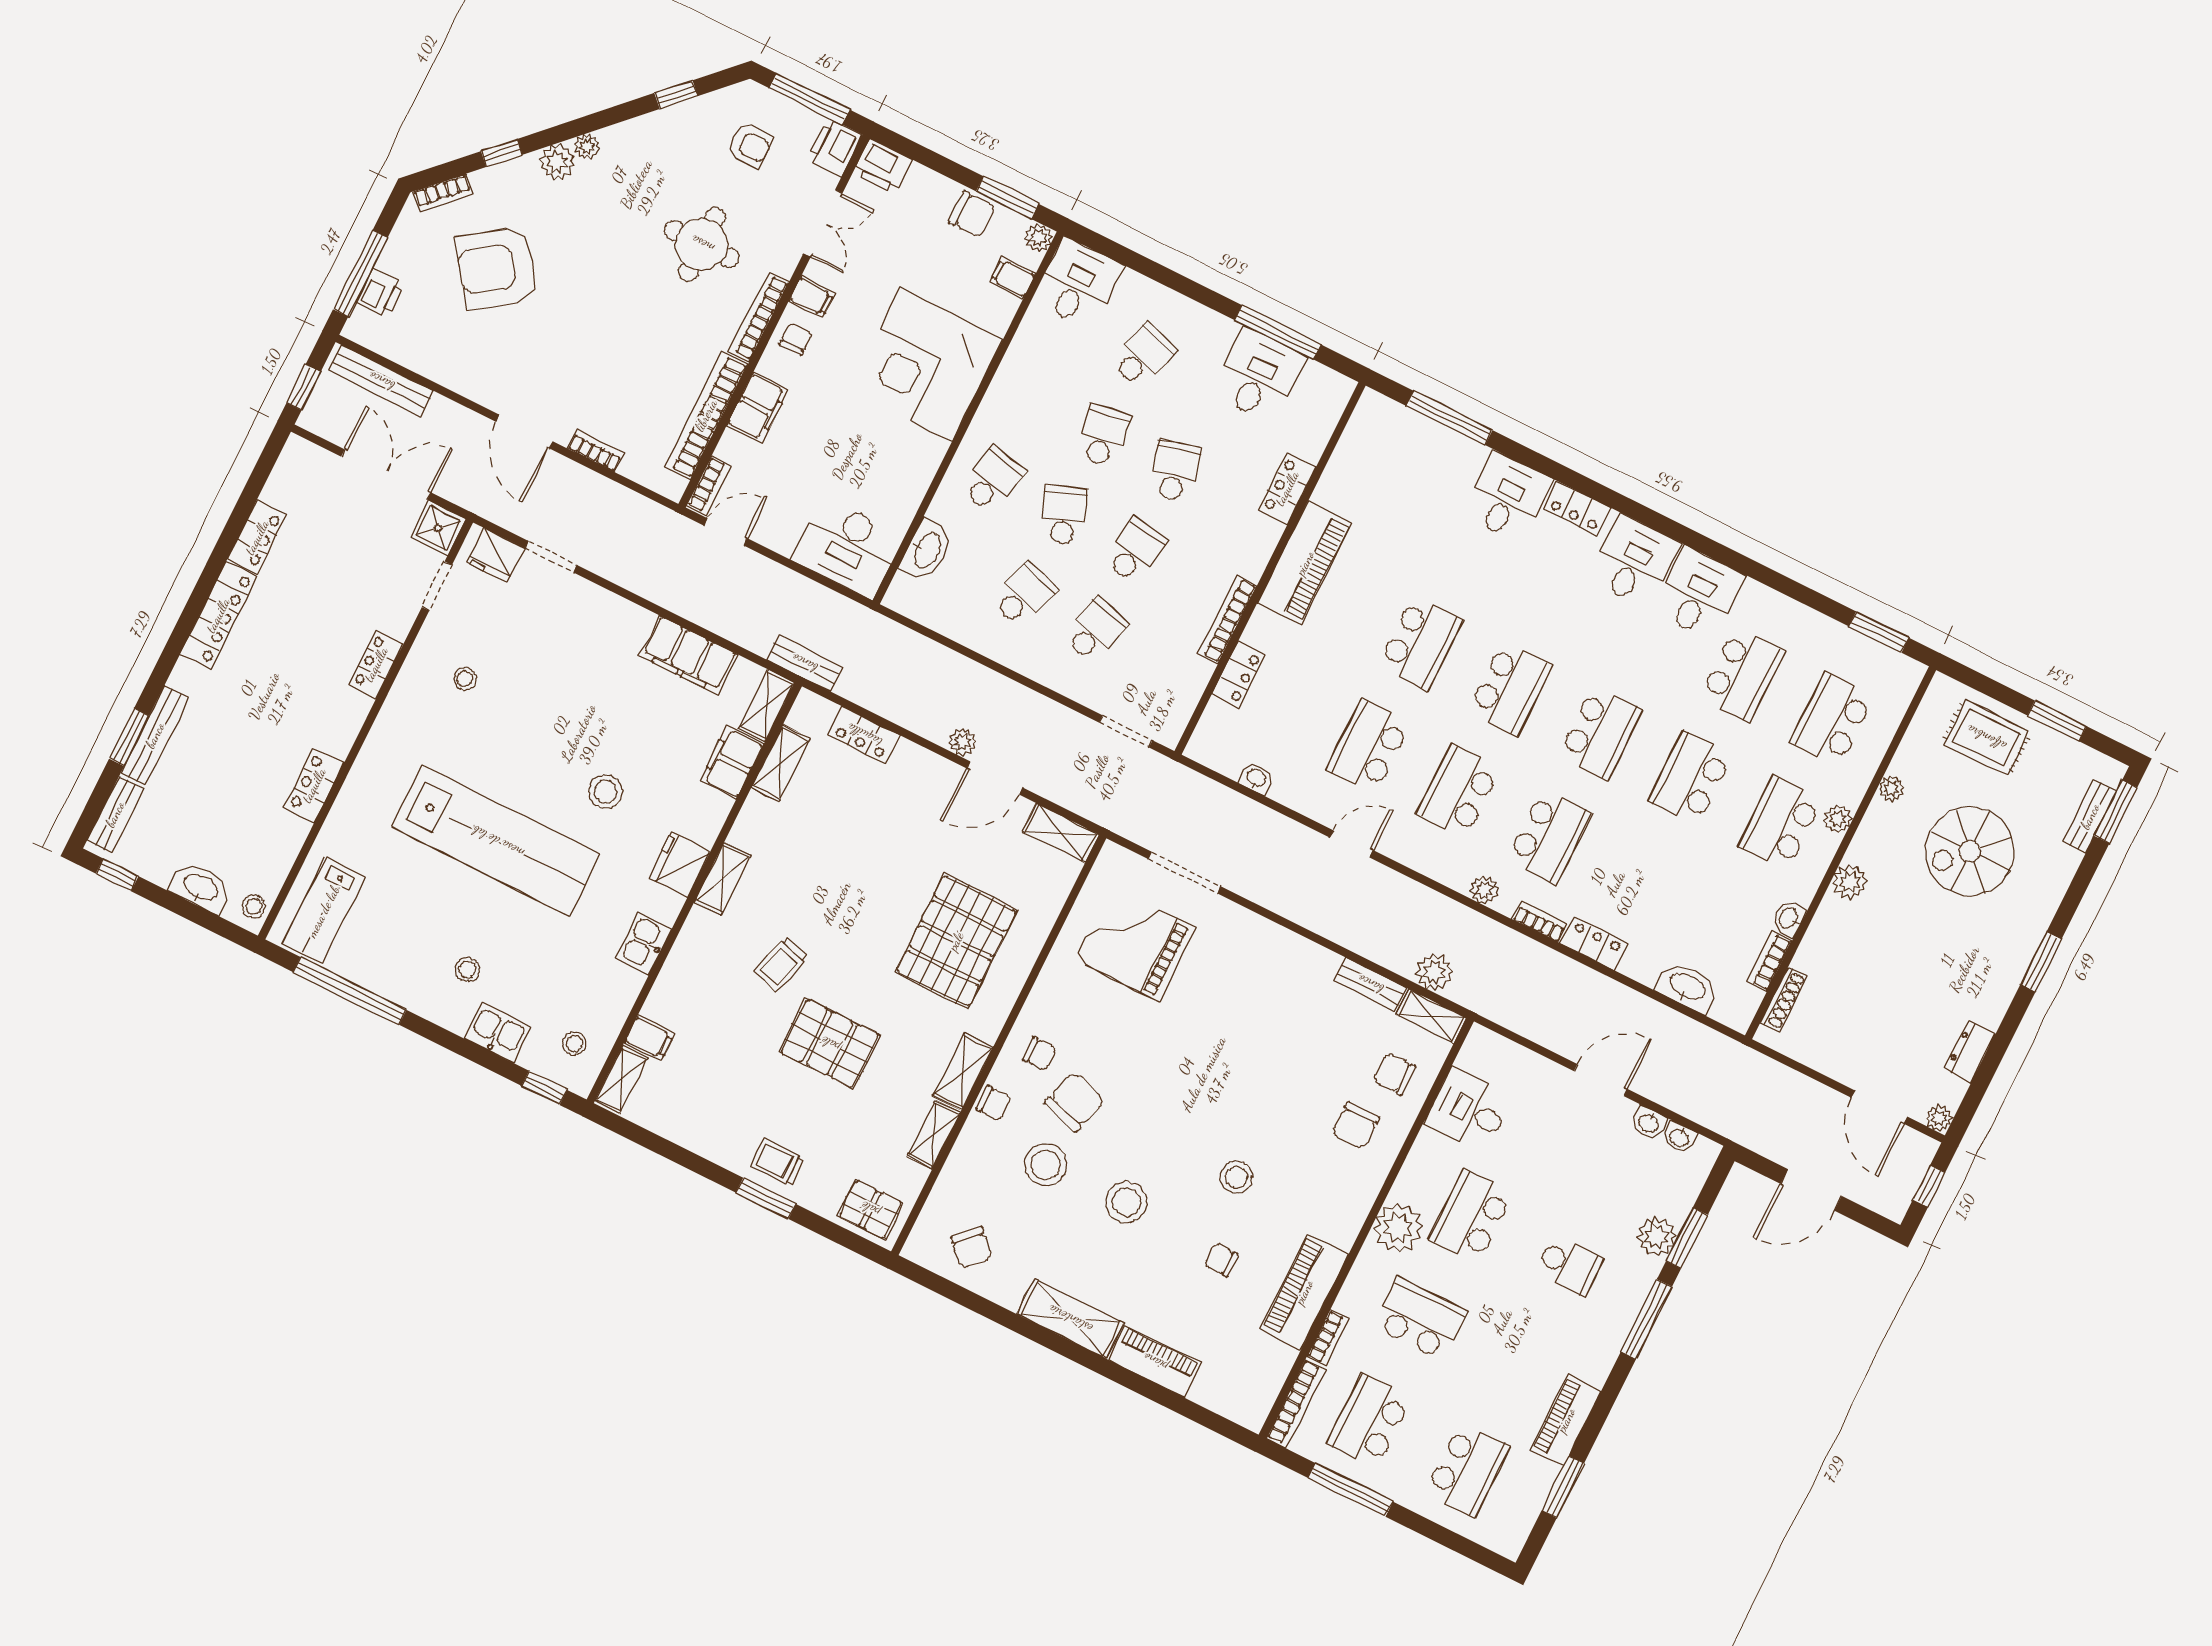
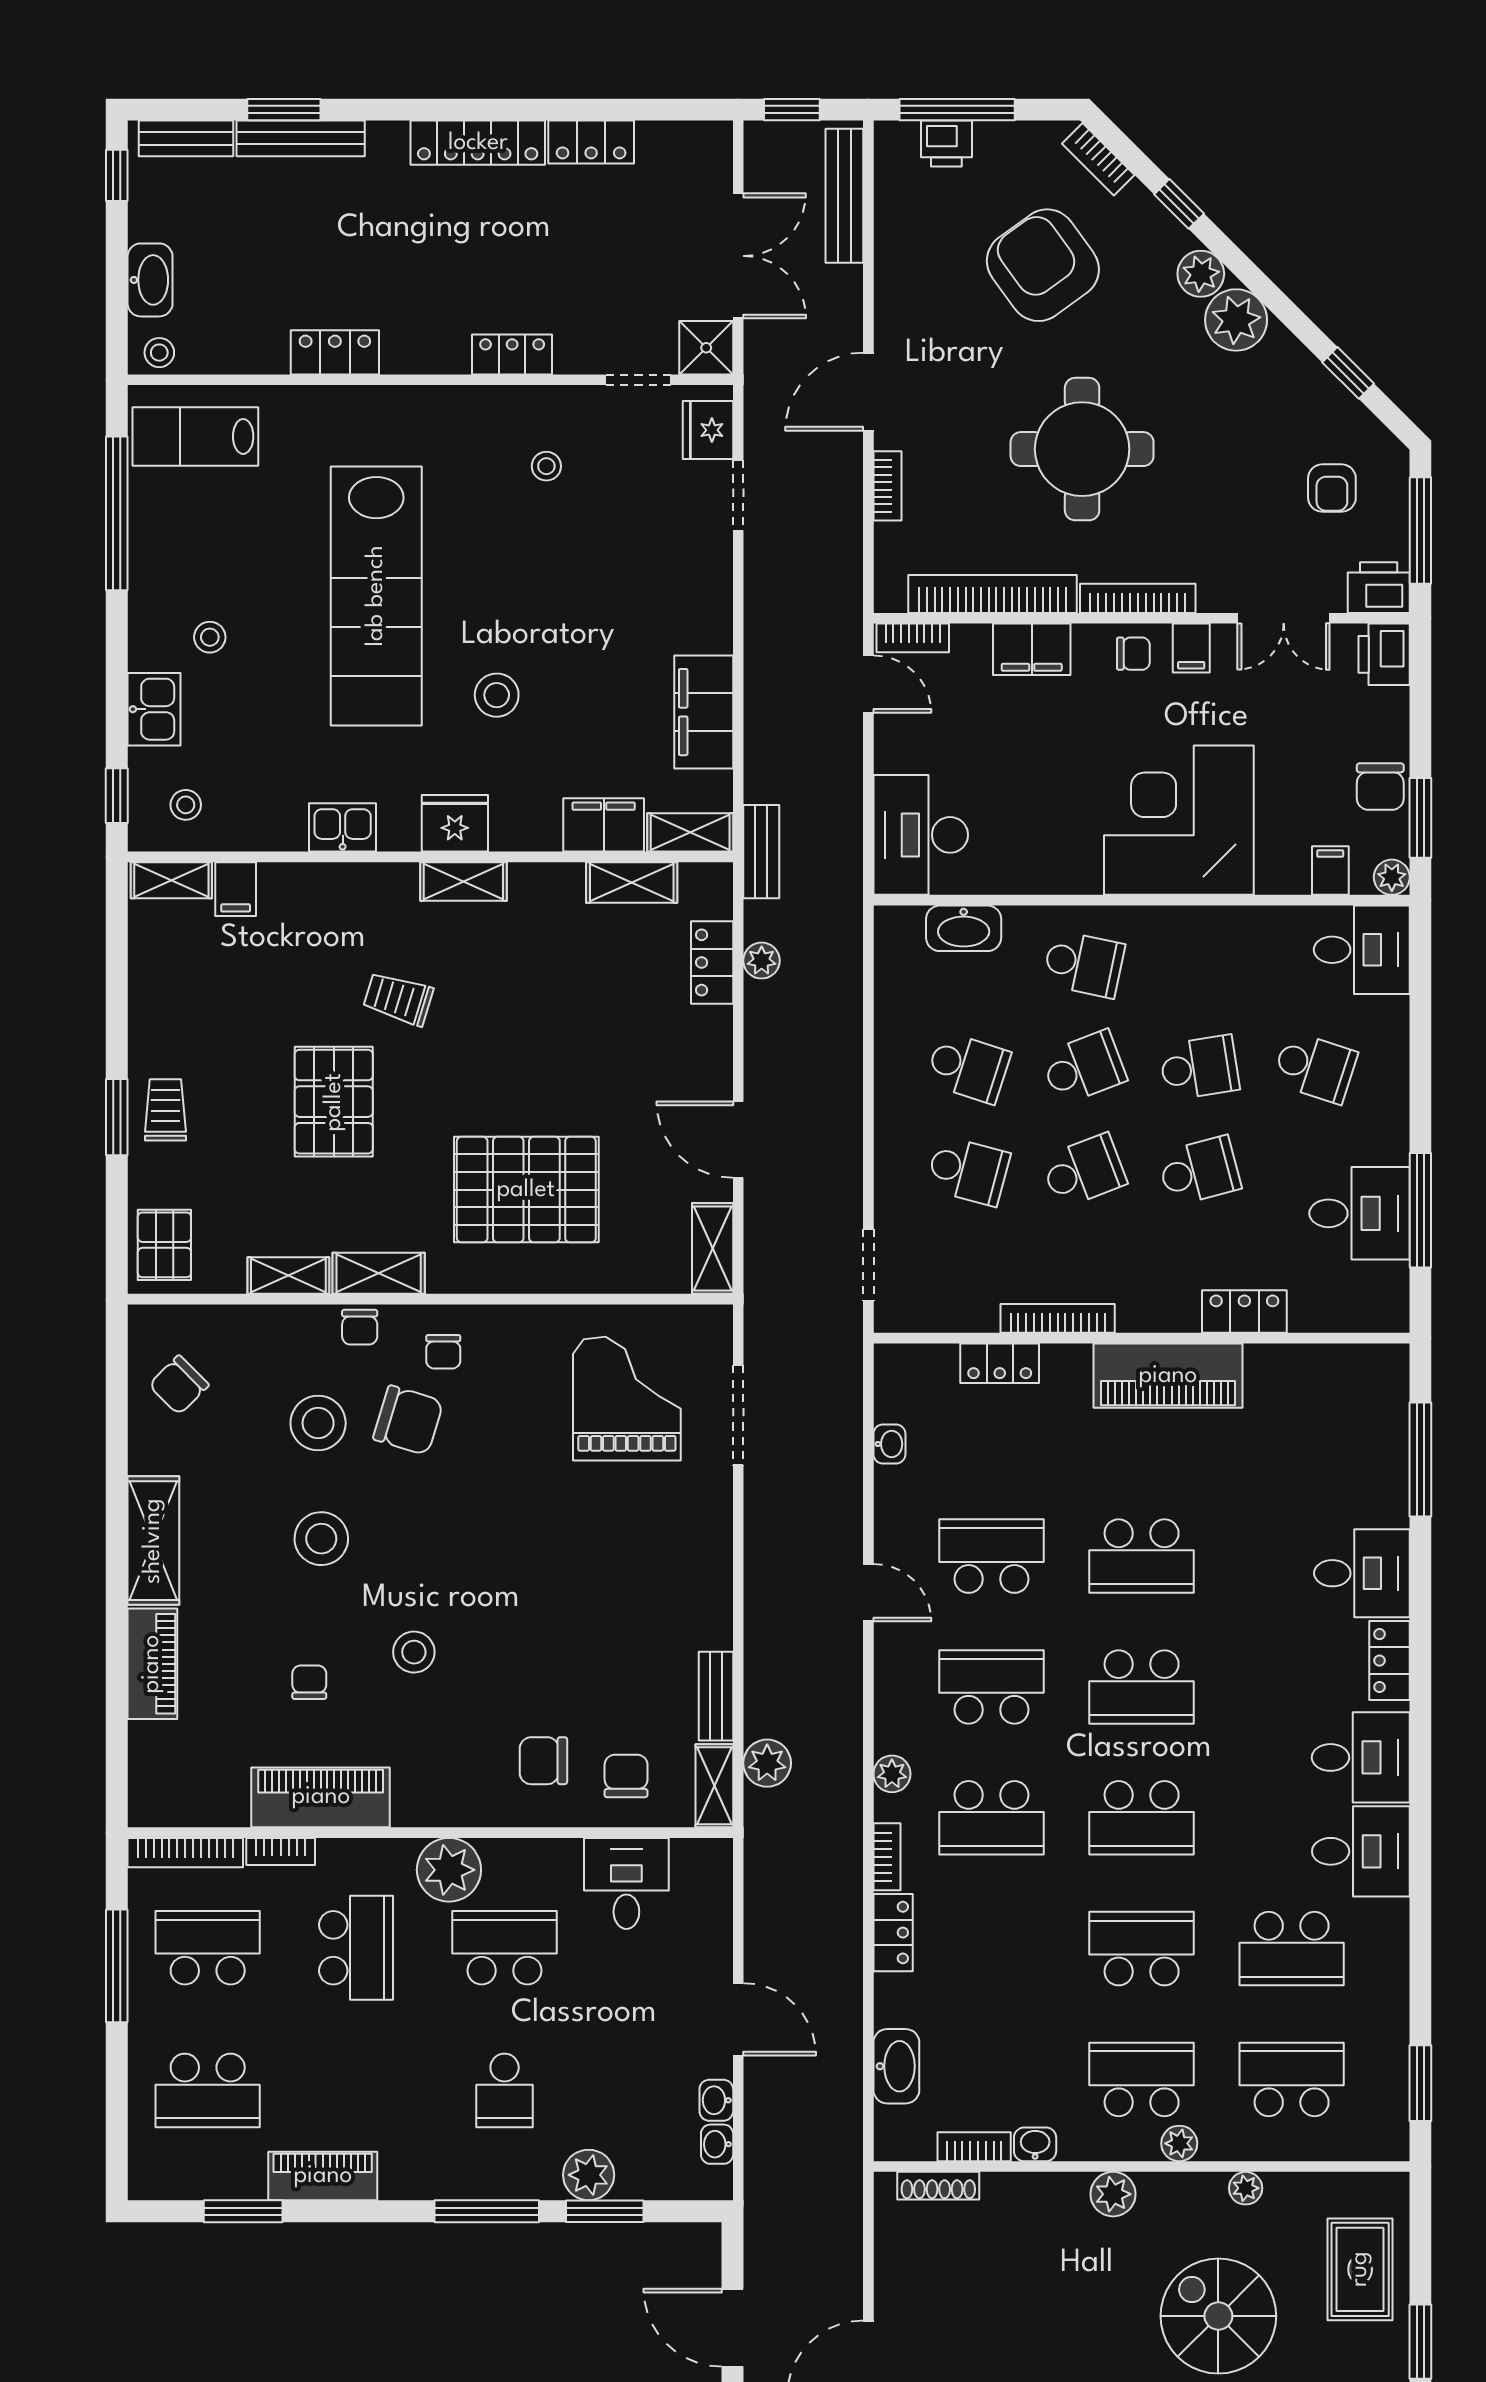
plant: (587, 147) -> (1236, 320), width x1.88, depth x1.88
round table: (702, 244) -> (1082, 449), moved, width x1.36, depth x1.36
school desk: (1135, 551) -> (1084, 1171), turned -30
plant: (963, 742) -> (762, 961), moved

